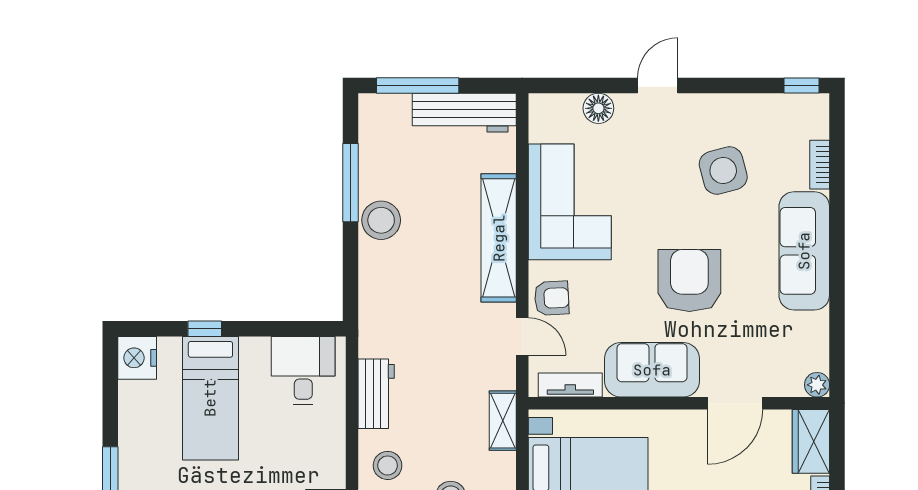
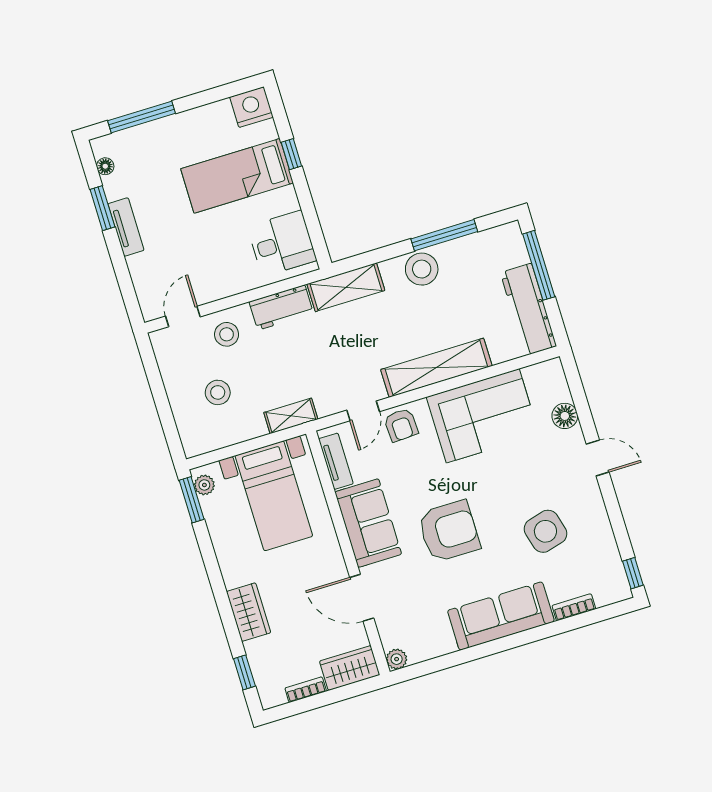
shelving: (375, 313) -> (346, 287), added

